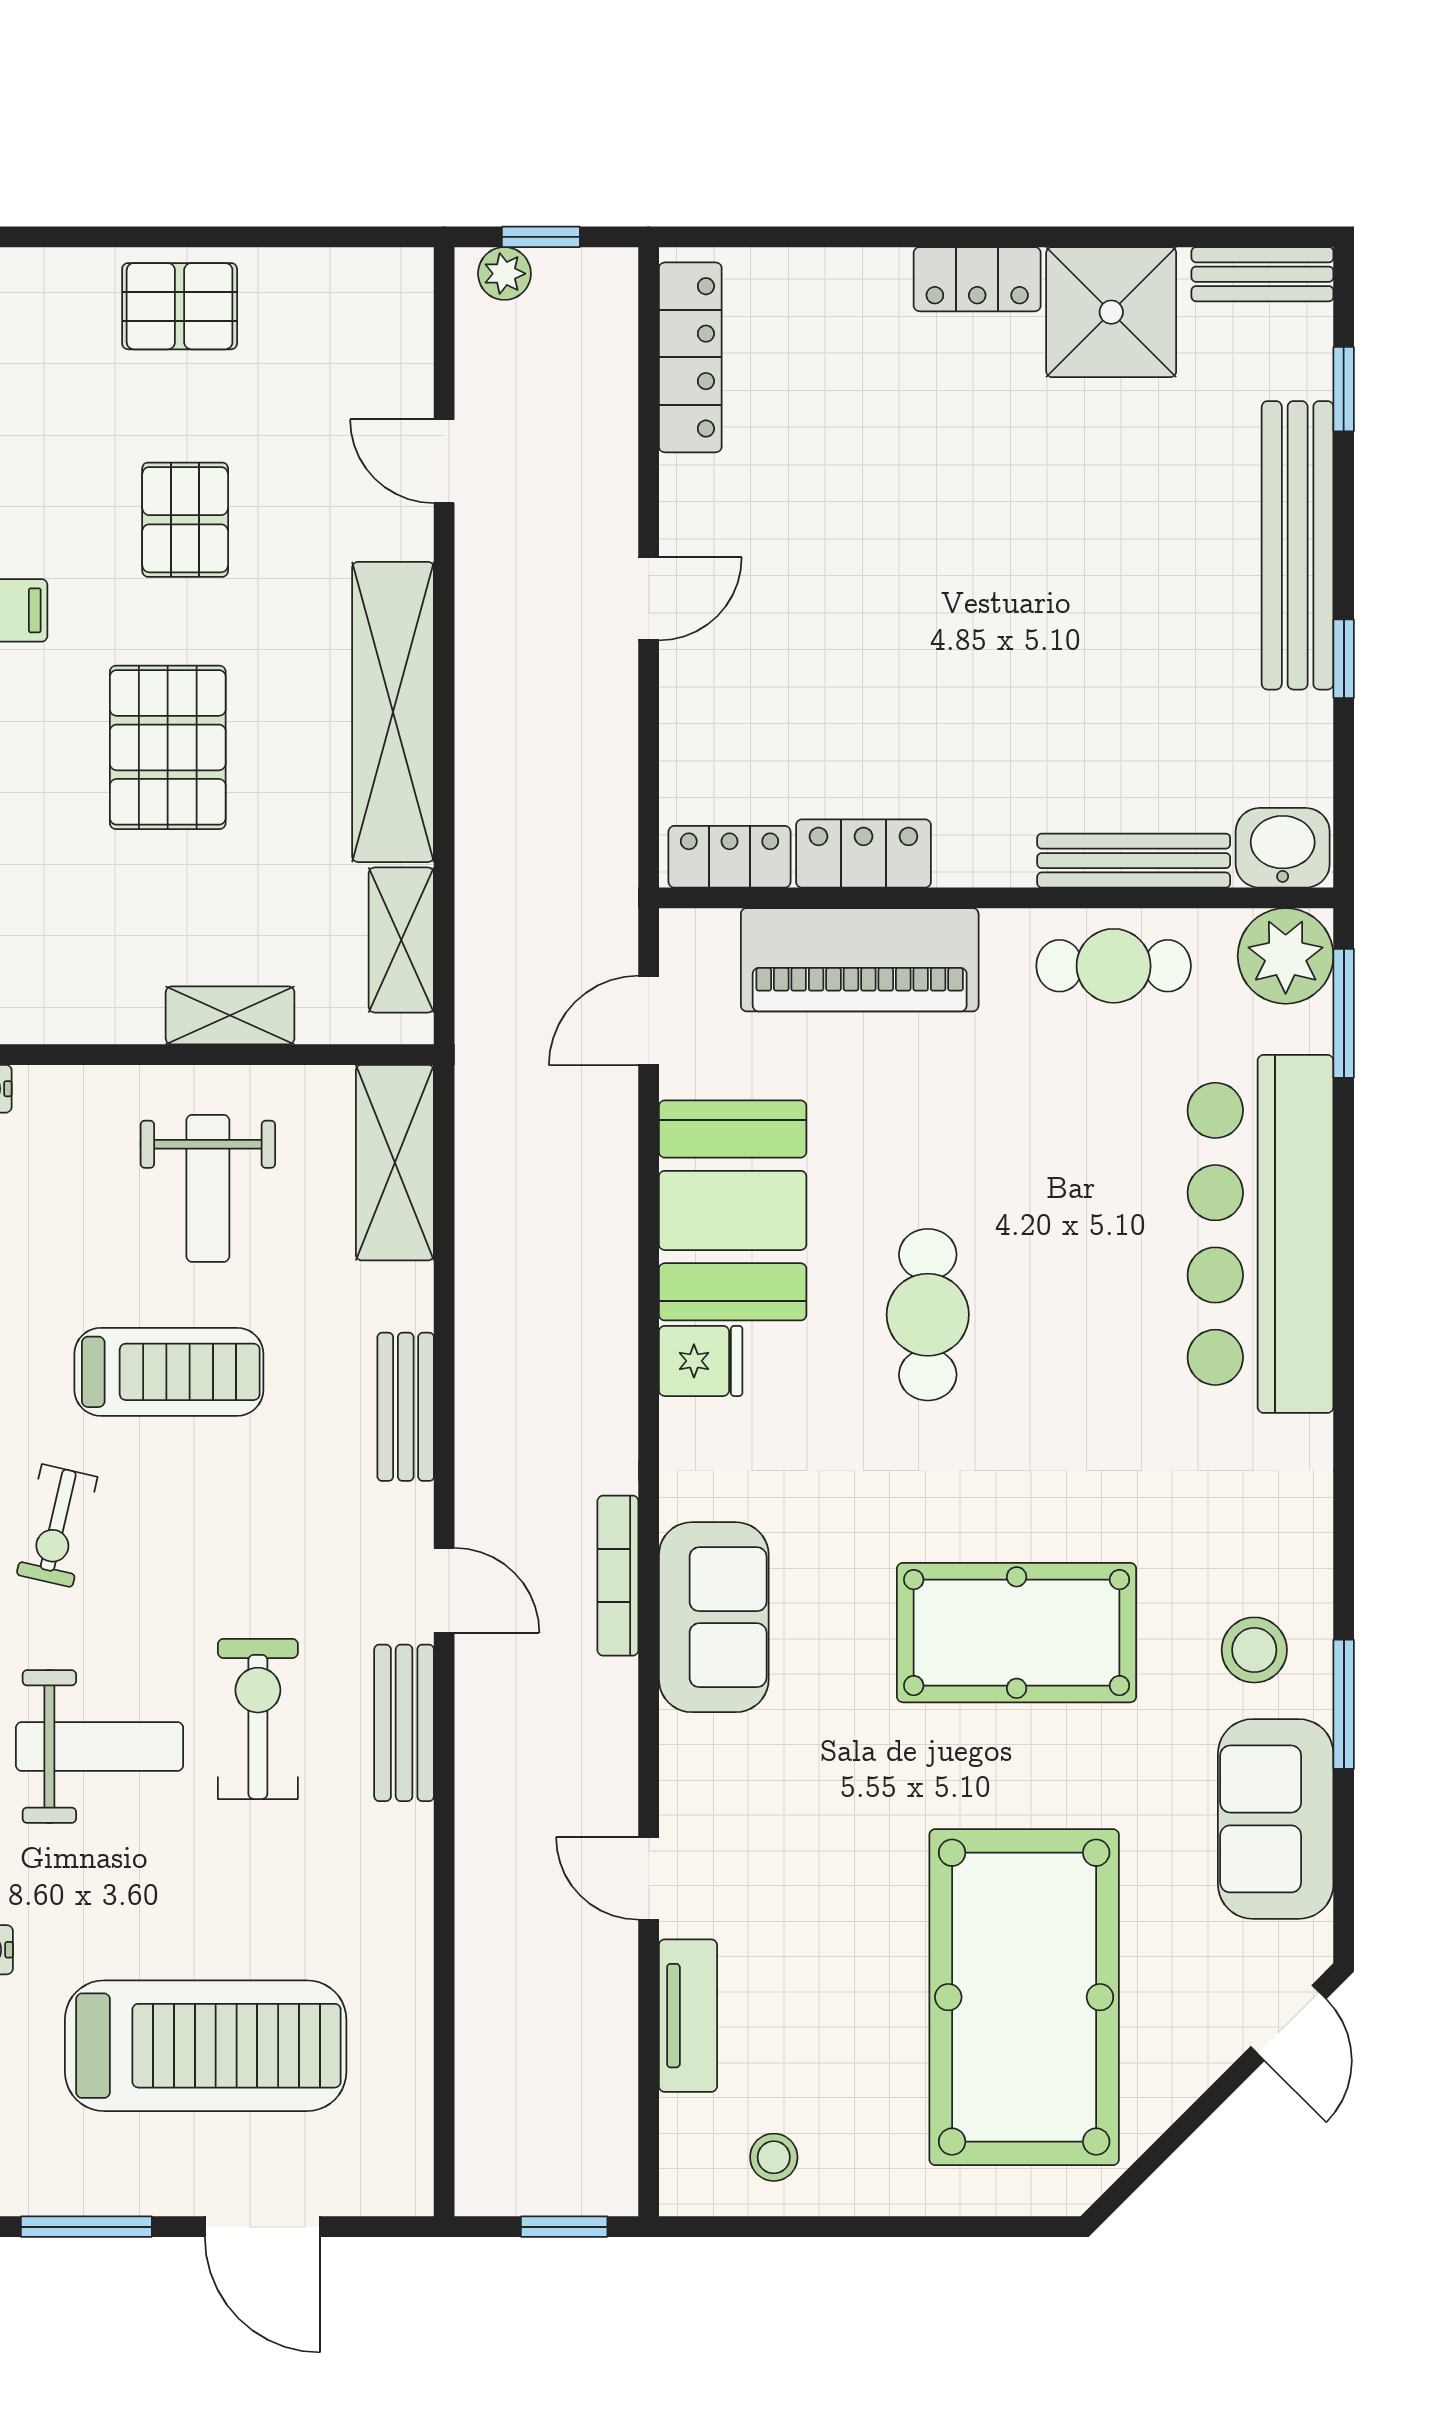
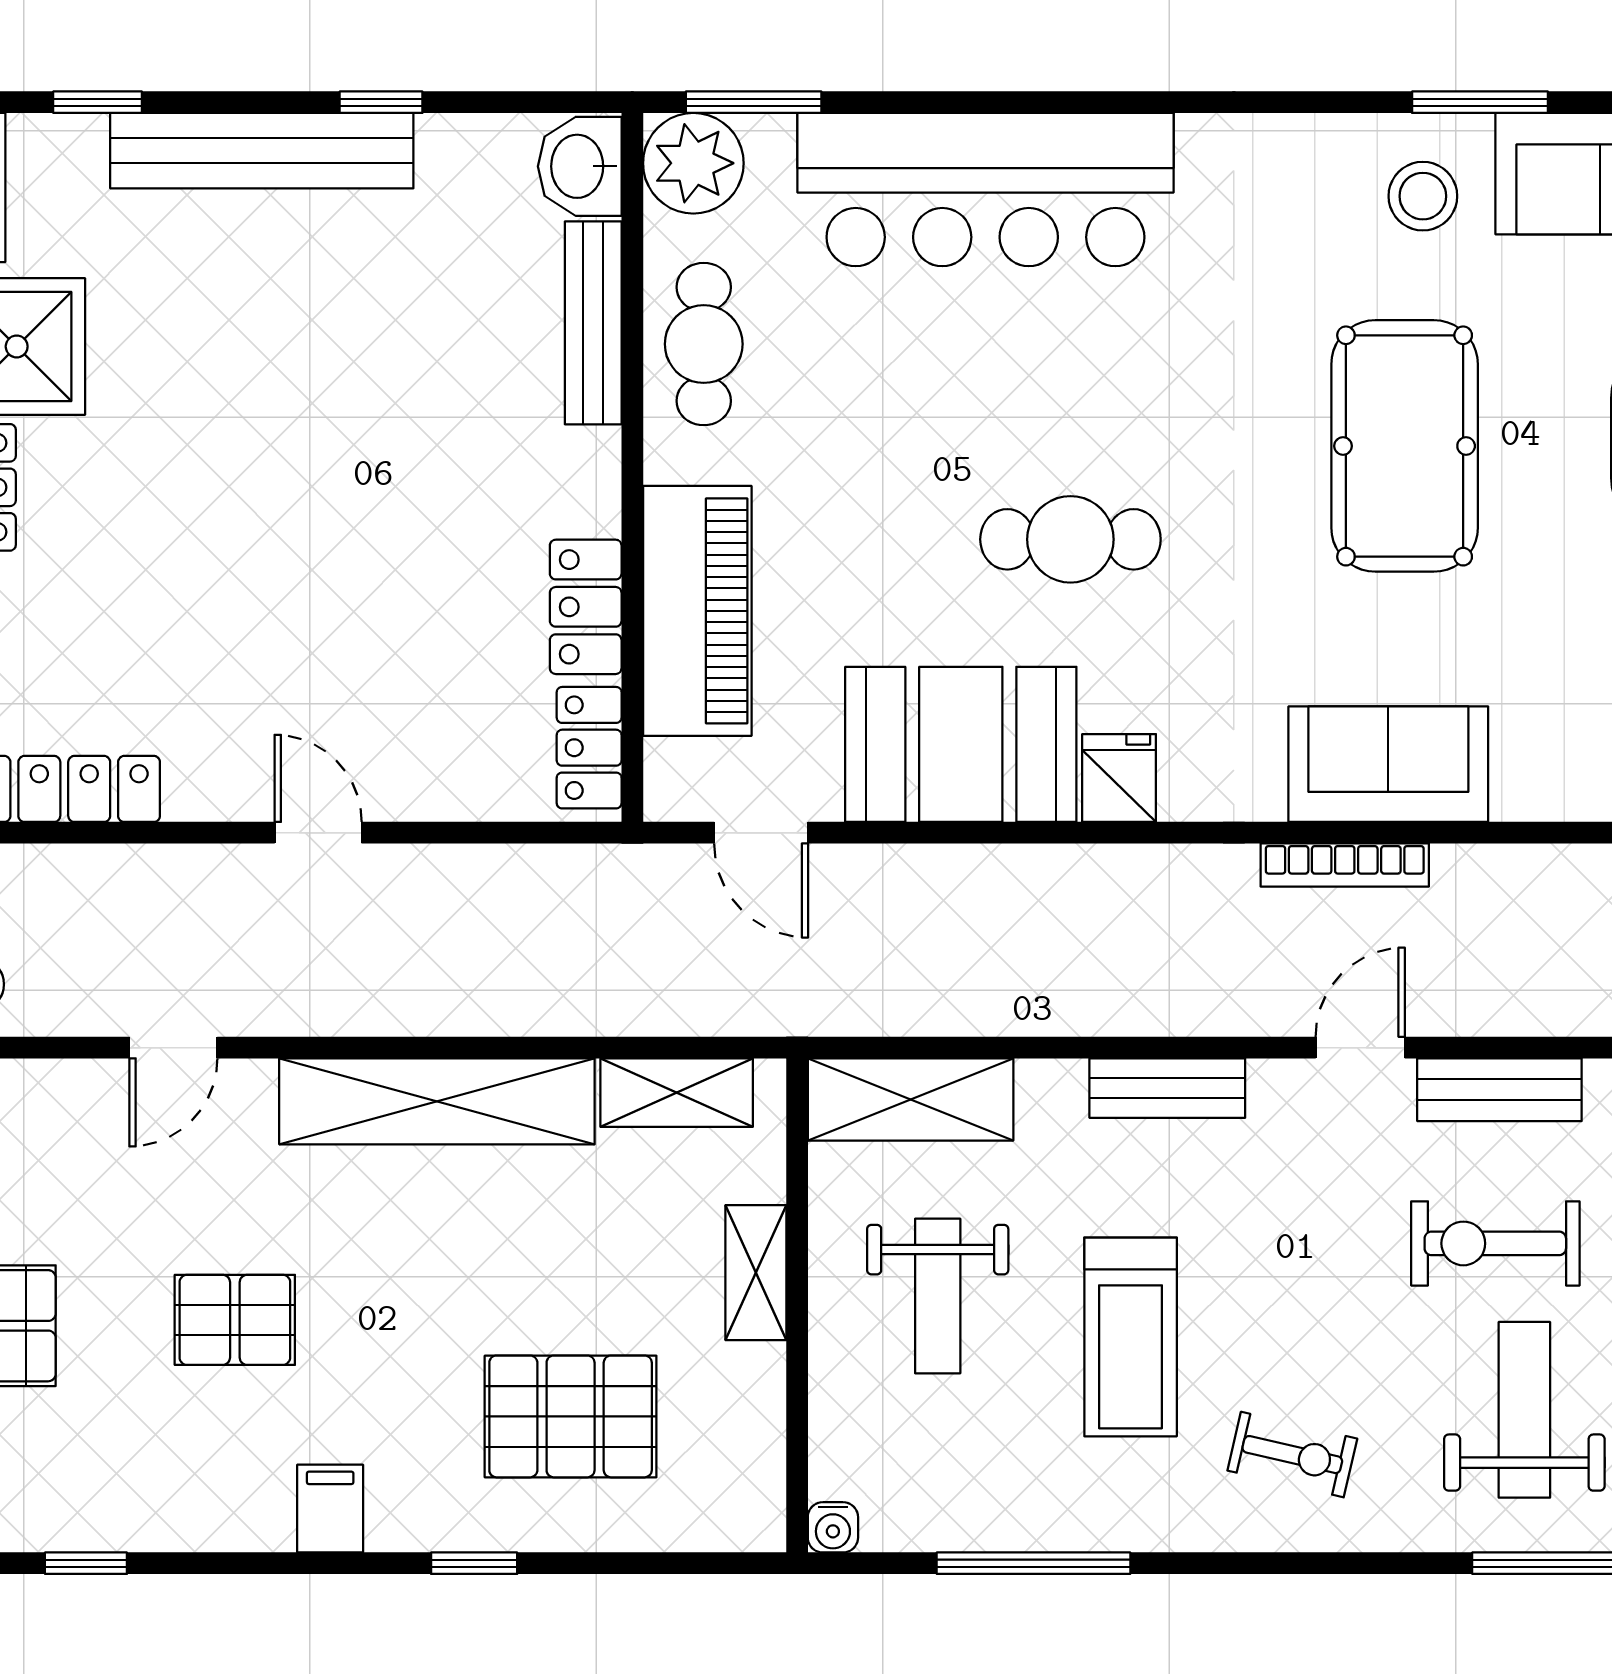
pallet: (168, 747) -> (571, 1416), moved
weight bench: (208, 1188) -> (938, 1296), turned 90
treadmill: (169, 1372) -> (1131, 1337), turned 180

